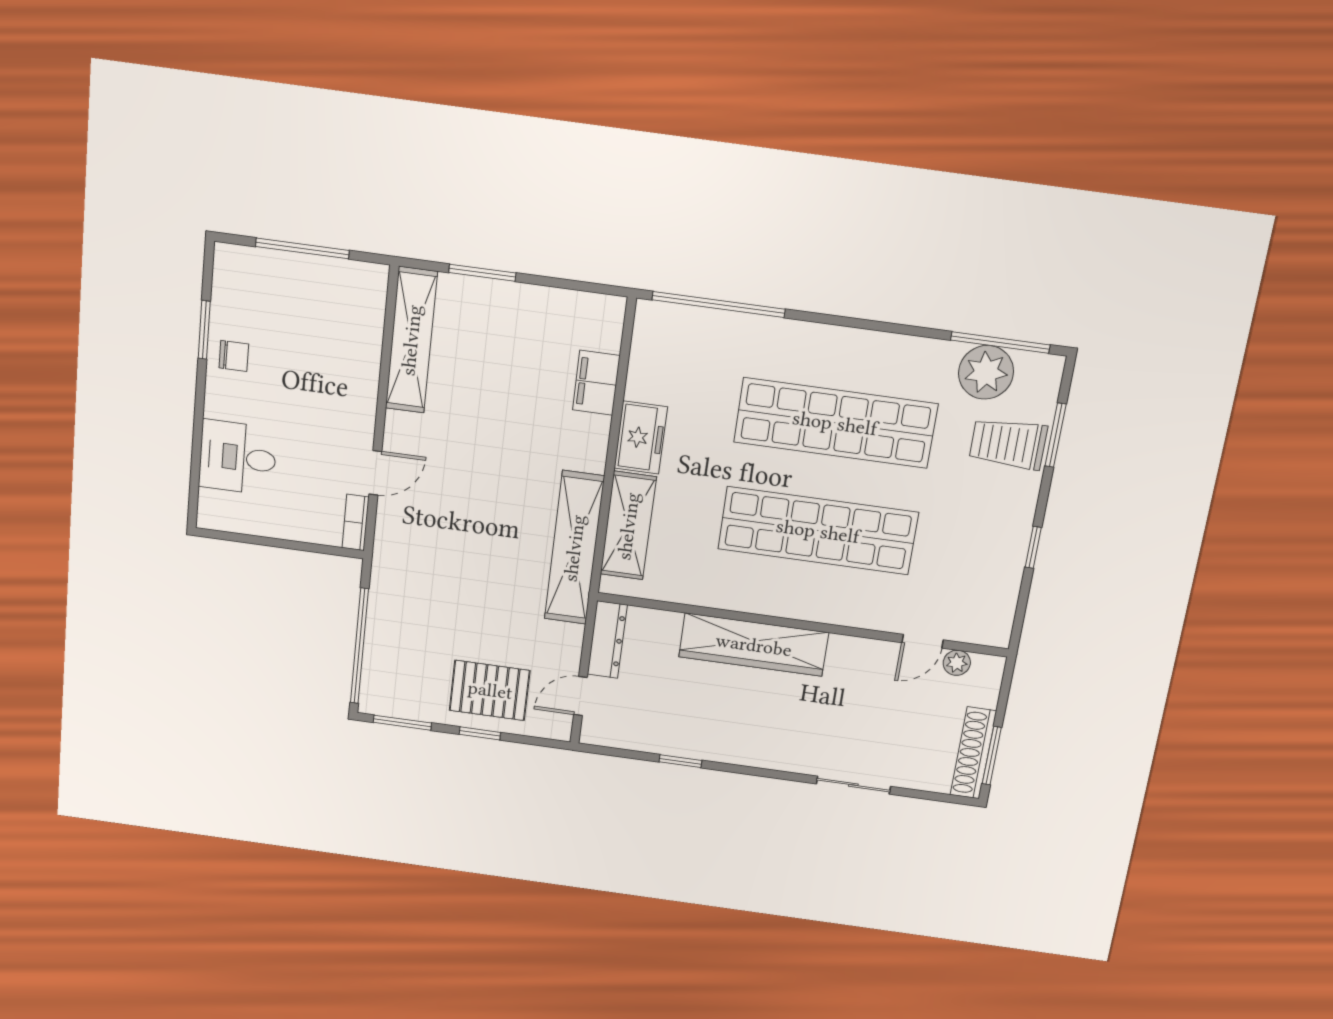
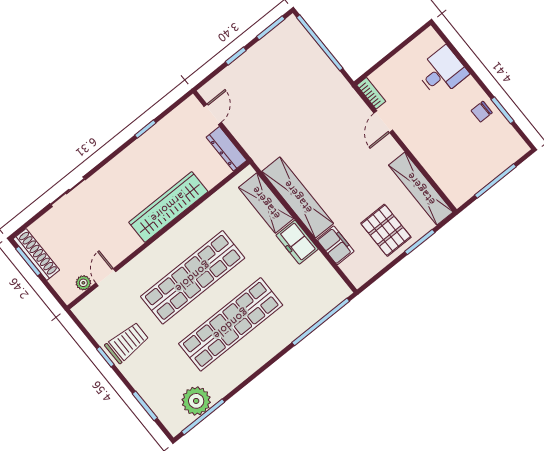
trolley: (1008, 444) -> (127, 343), moved
shelving: (574, 548) -> (298, 197), moved
pallet: (490, 690) -> (386, 230), moved, turned 90

